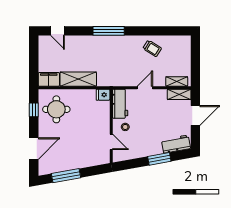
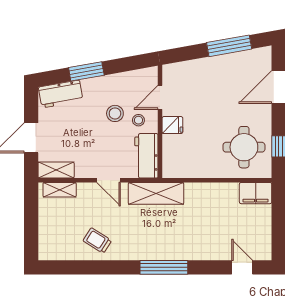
shelving: (78, 79) -> (156, 193), moved
door: (145, 88) -> (109, 180), hinge flipped
fridge: (103, 95) -> (172, 125), moved
stool: (141, 131) -> (115, 113), added
door: (111, 142) -> (160, 97), hinge flipped

